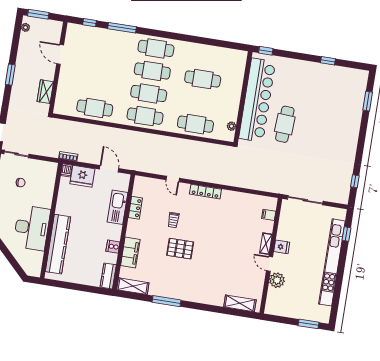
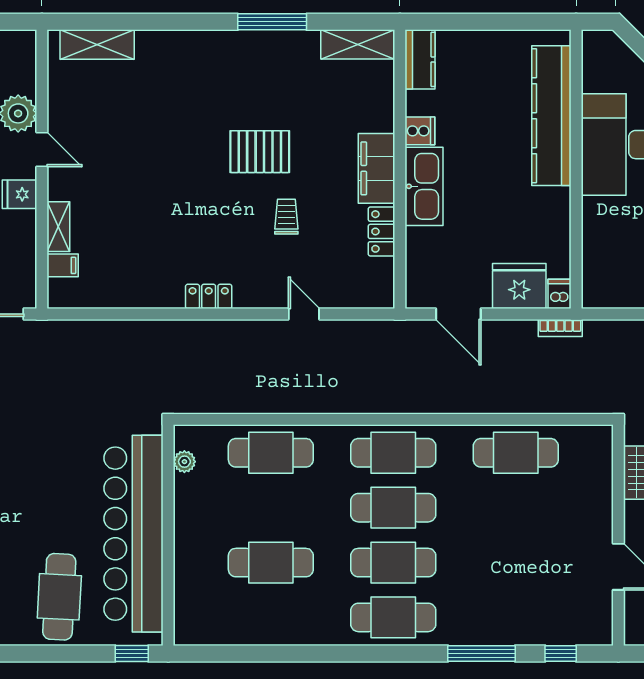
cafe table: (285, 124) -> (59, 597), moved
locker: (205, 192) -> (209, 296), width x0.66
kitchen sink: (118, 207) -> (424, 186), moved
shelving: (266, 244) -> (58, 227), moved
filing cabinet: (130, 253) -> (376, 168), moved

